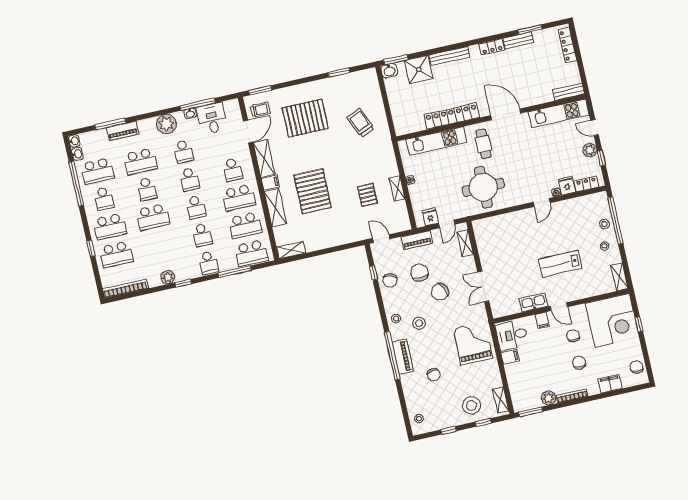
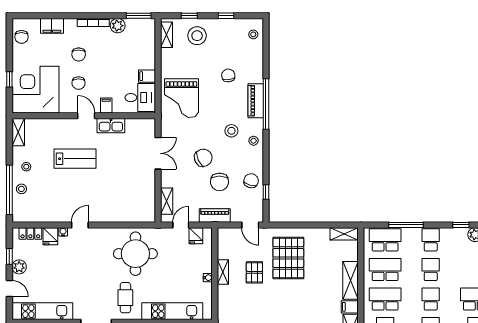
pallet: (313, 191) -> (288, 258), moved

